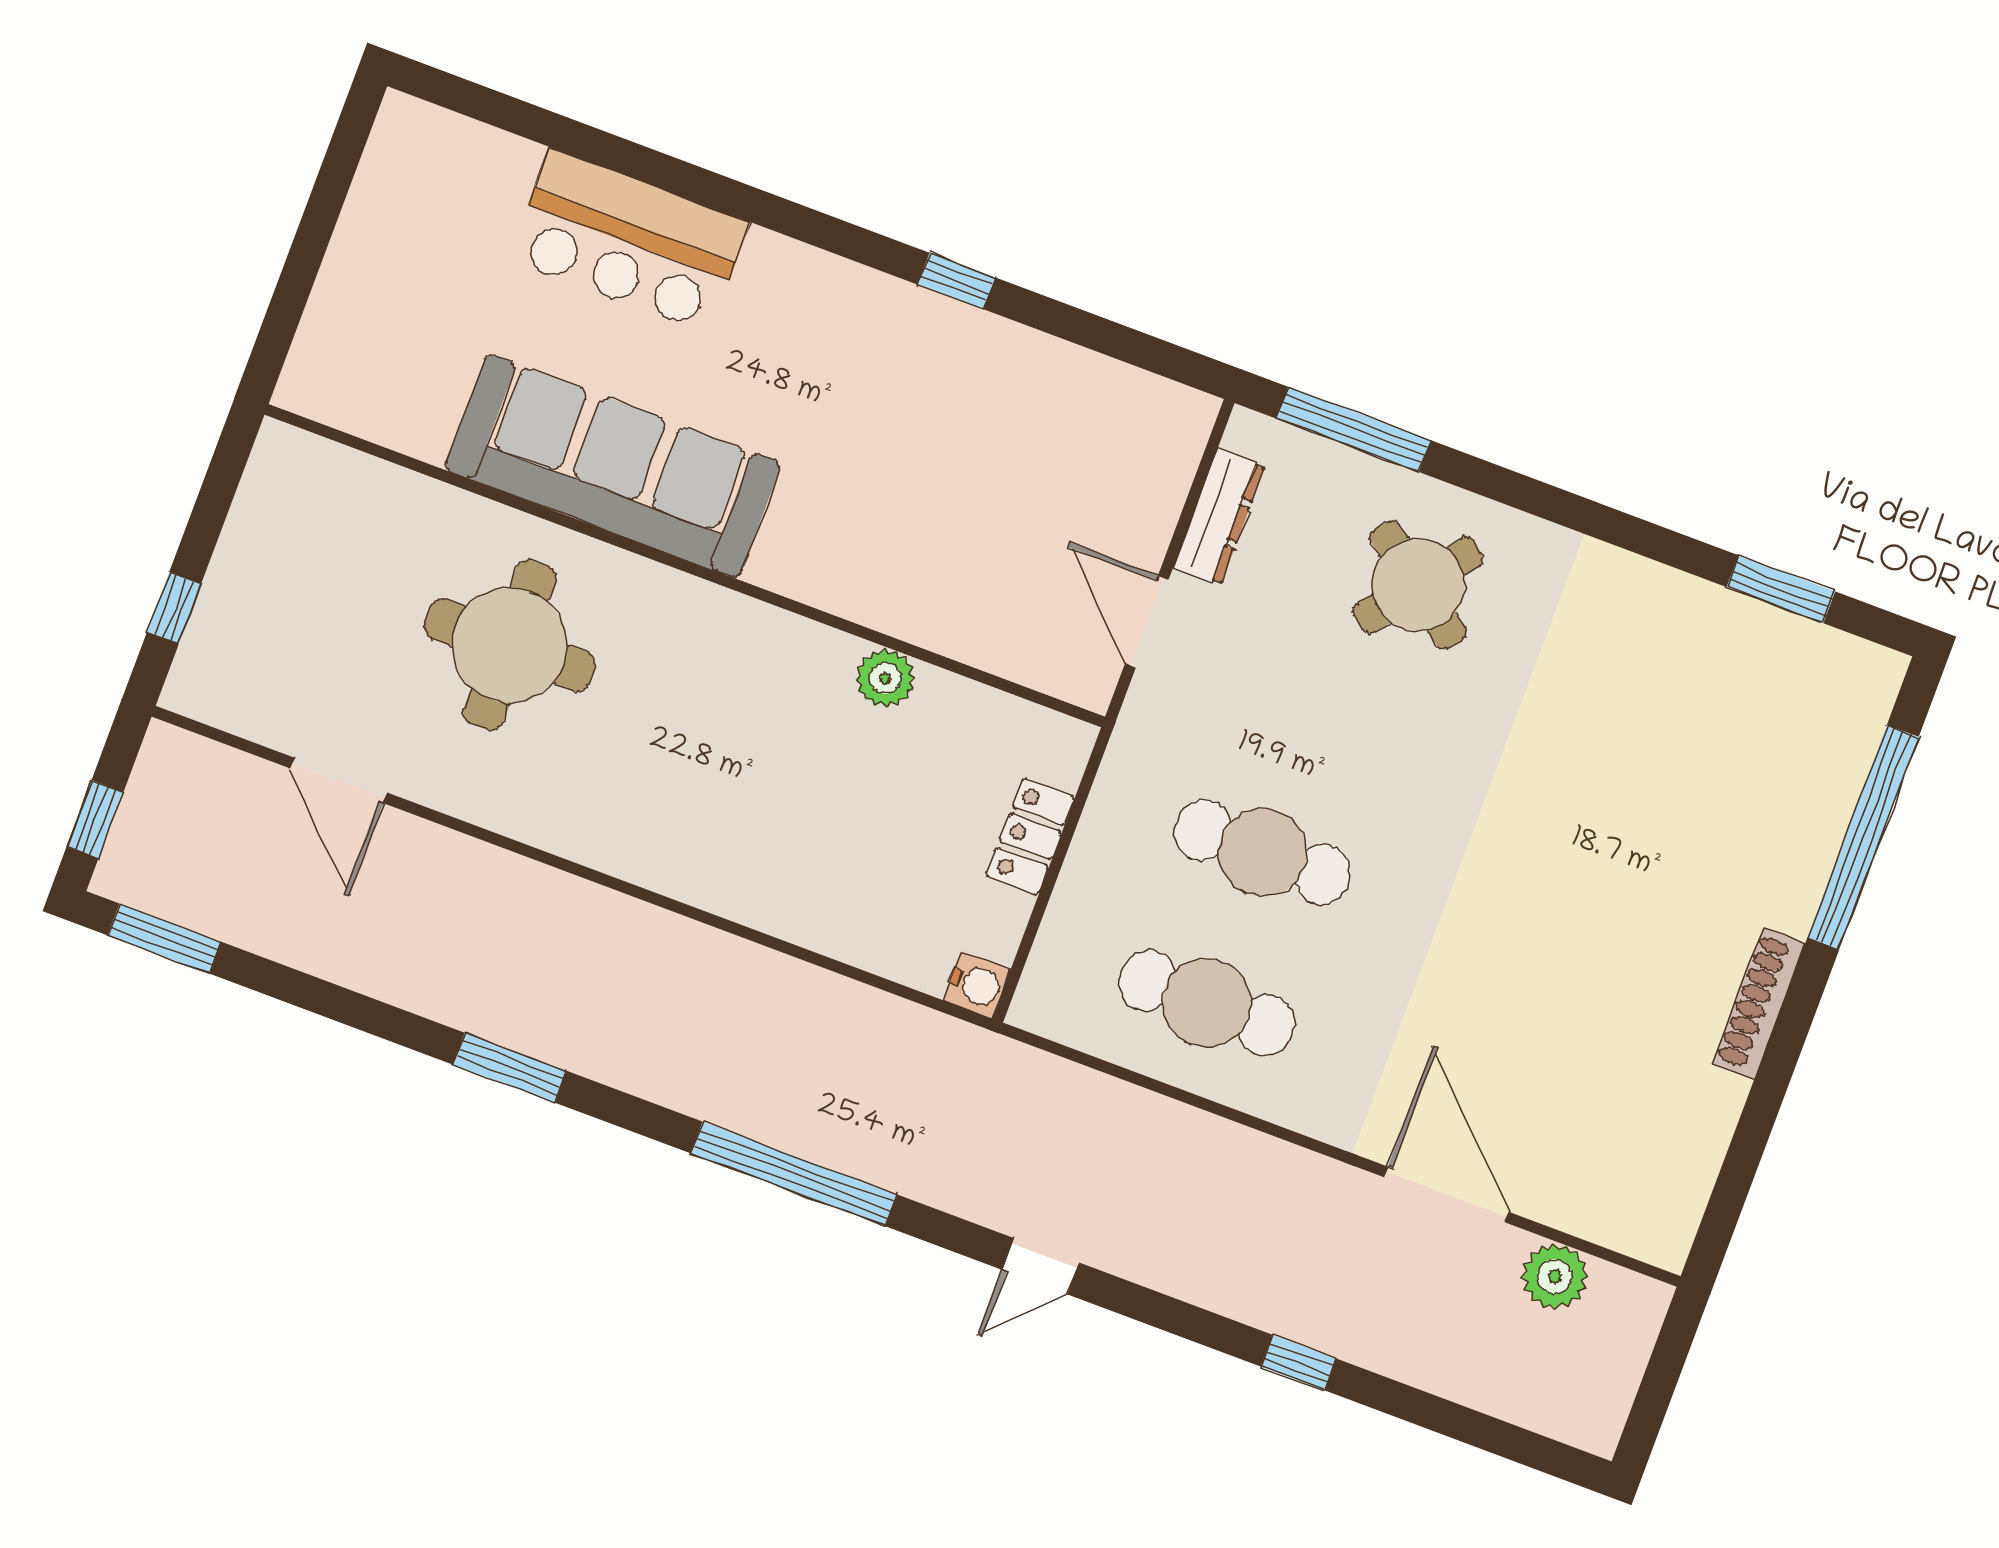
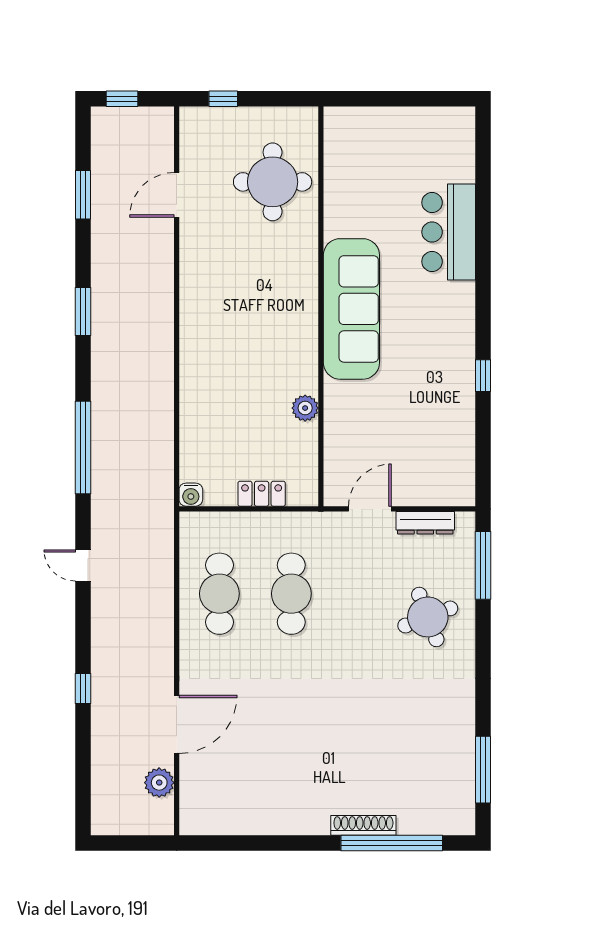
sofa: (613, 466) -> (351, 309), moved
round table: (1418, 585) -> (428, 617), turned 32
window: (1781, 589) -> (483, 770), width x1.44
round table: (510, 645) -> (273, 182), moved
window: (164, 939) -> (83, 195), moved
shoe rack: (1759, 1003) -> (363, 825), moved

